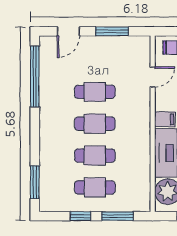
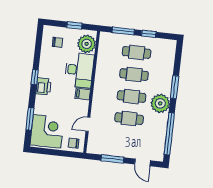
door: (68, 31) -> (142, 162), swing flipped
plant: (53, 119) -> (160, 103), added
window: (35, 182) -> (175, 87), moved

